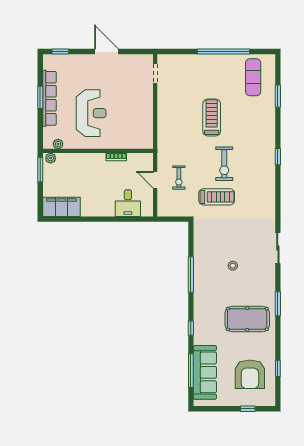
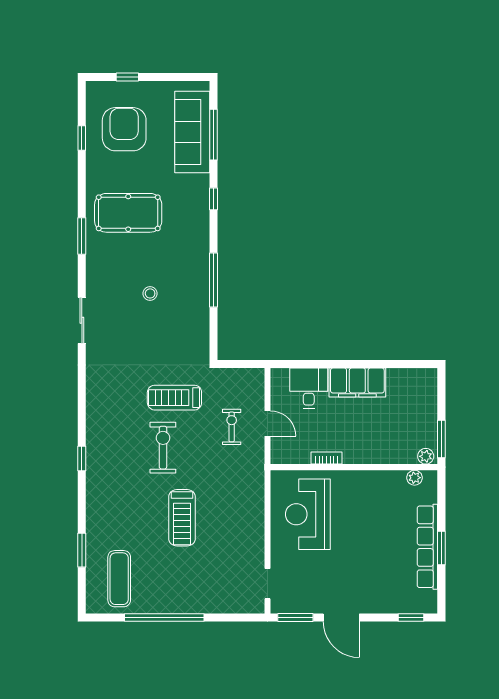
window: (137, 52) -> (295, 617), added
reception desk: (91, 113) -> (308, 514), moved
filing cabinet: (61, 207) -> (357, 383), moved

